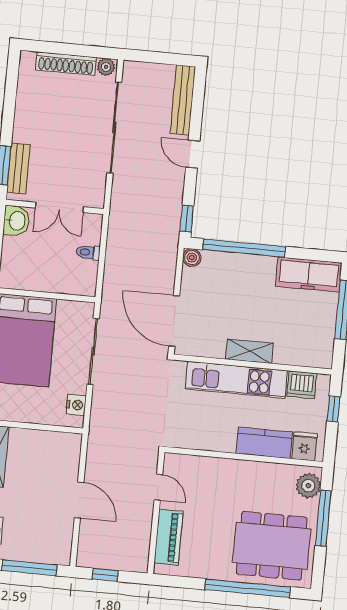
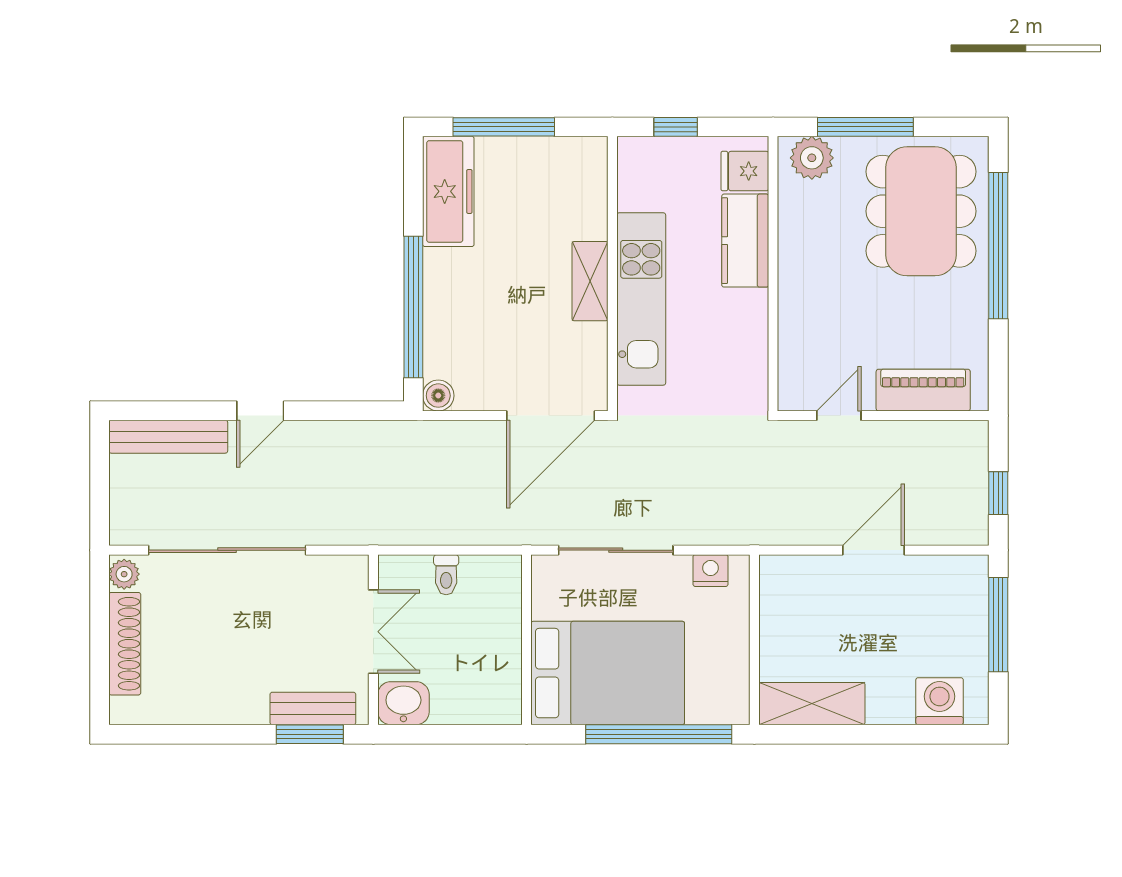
window: (187, 219) -> (372, 411), removed
dishwasher: (302, 385) -> (639, 186), removed

